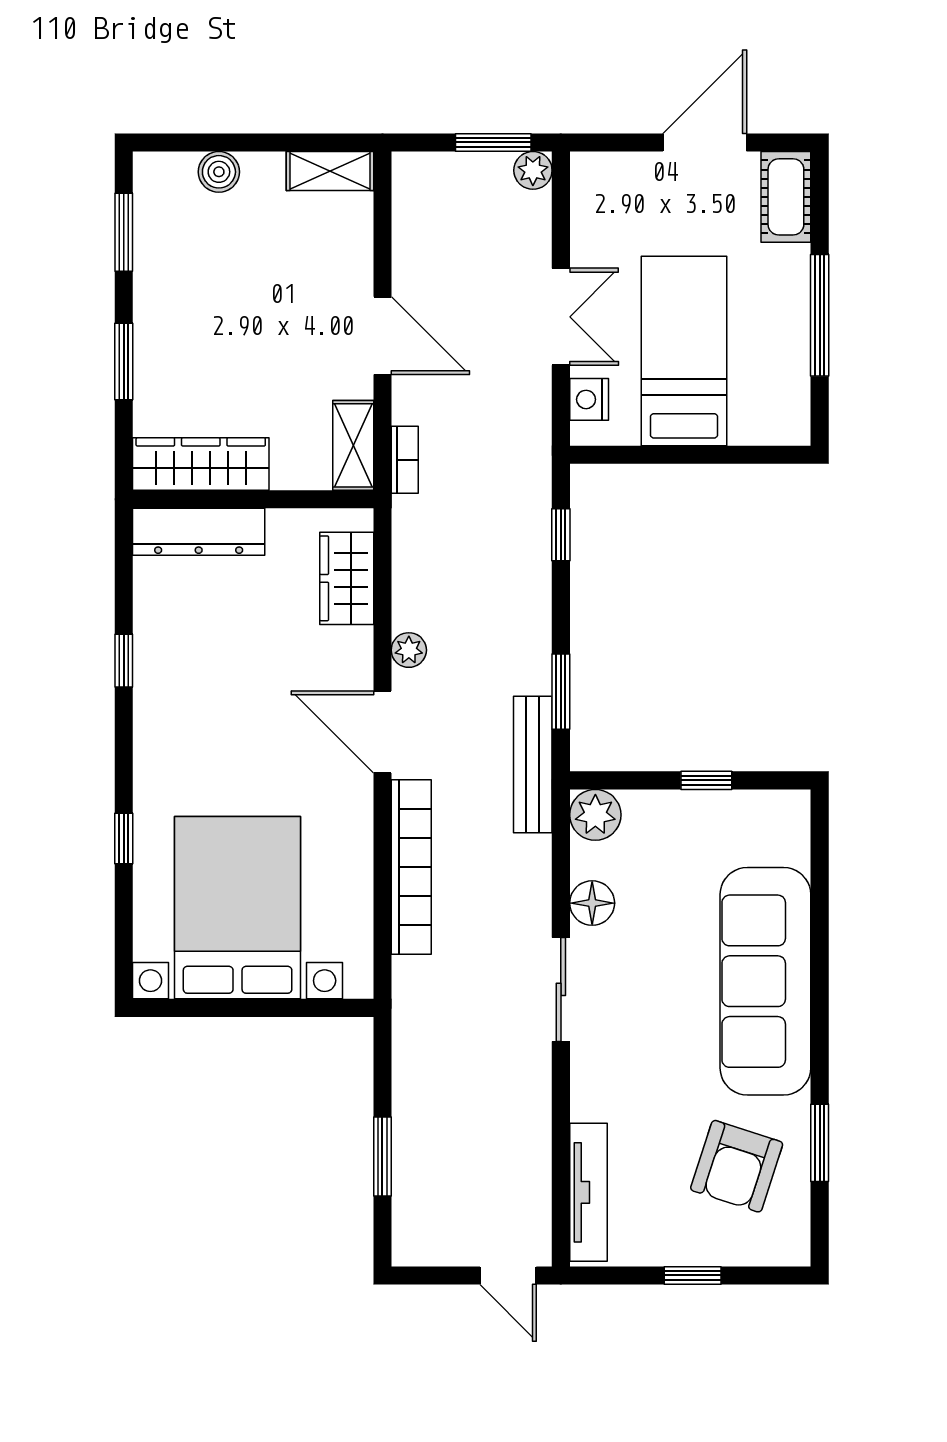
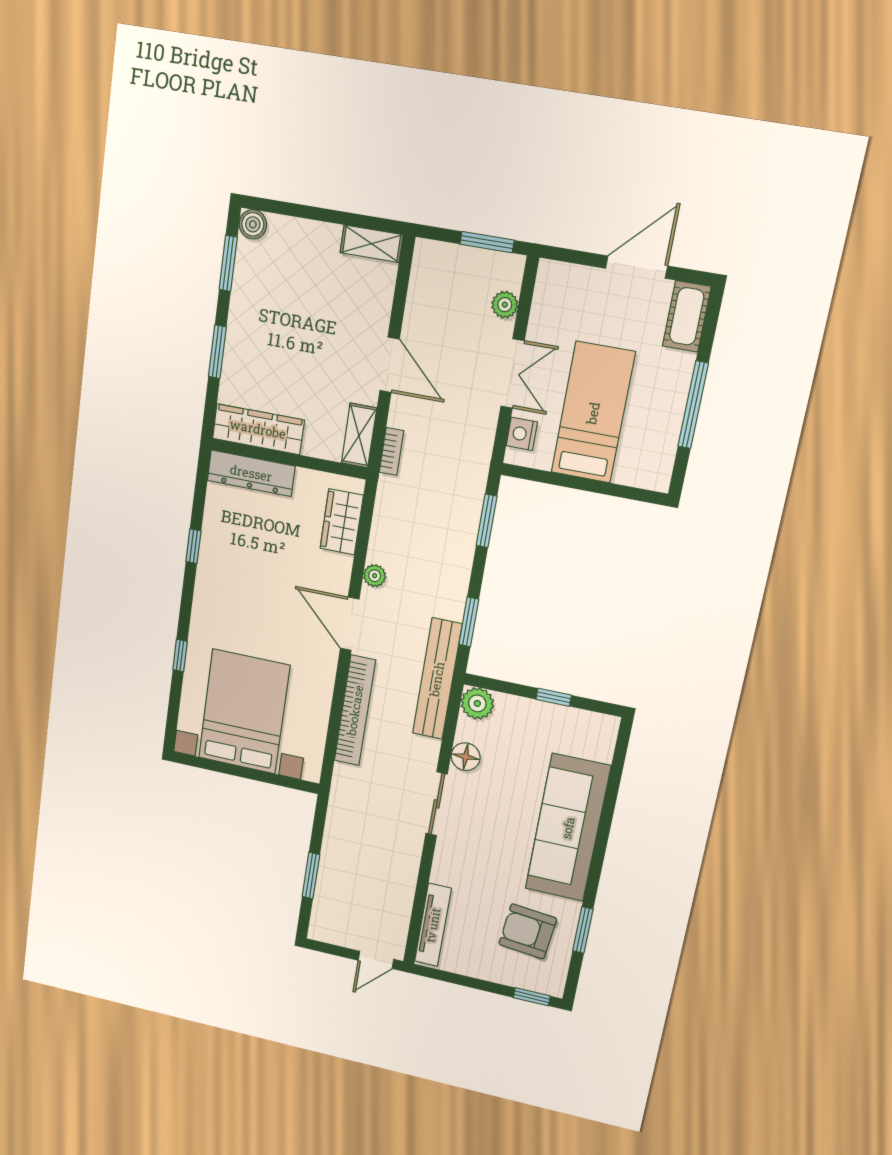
plant: (533, 170) -> (505, 305), moved
boiler: (219, 172) -> (253, 224), moved
window: (561, 535) -> (487, 521), width x1.50
bench: (533, 765) -> (437, 679), width x1.37, depth x1.21
armchair: (737, 1166) -> (528, 931), turned 78
door: (508, 1275) -> (376, 960), hinge flipped
window: (693, 1275) -> (532, 997), moved

